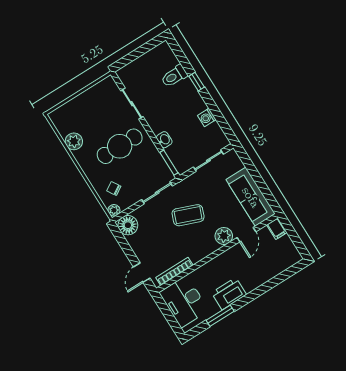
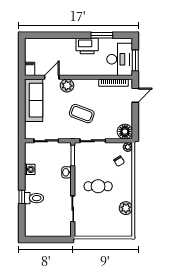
toilet: (174, 76) -> (34, 198), moved
cafe table: (120, 146) -> (98, 186), width x0.73, depth x0.74
window: (166, 311) -> (135, 60), added

